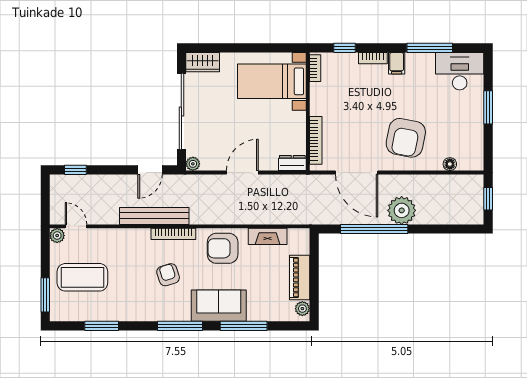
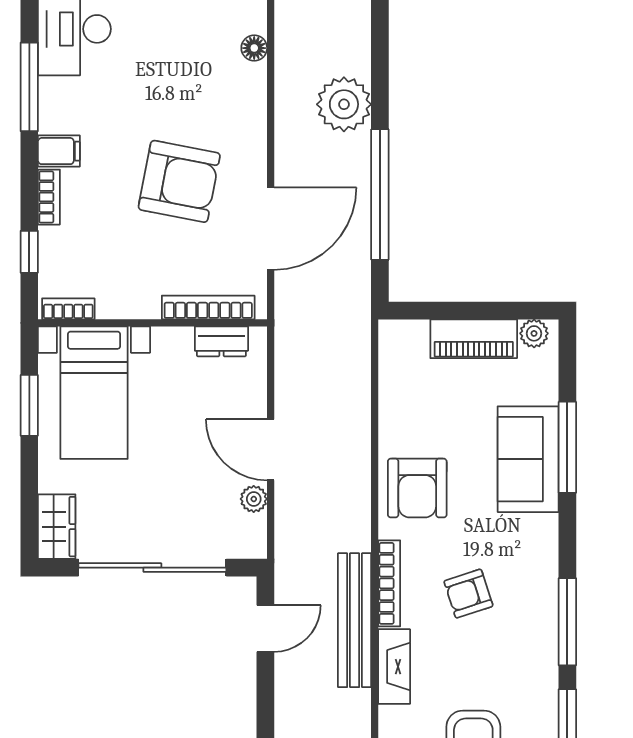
window: (265, 48) -> (29, 405), added
armchair: (406, 138) -> (179, 181), moved
dresser: (292, 163) -> (221, 341), moved, turned -90
plant: (193, 164) -> (254, 499), moved
door: (150, 170) -> (265, 628), hinge flipped
plant: (402, 210) -> (344, 104), moved
fireplace: (268, 236) -> (394, 667), moved
sofa: (219, 306) -> (528, 459), moved
window: (180, 326) -> (567, 622), moved

